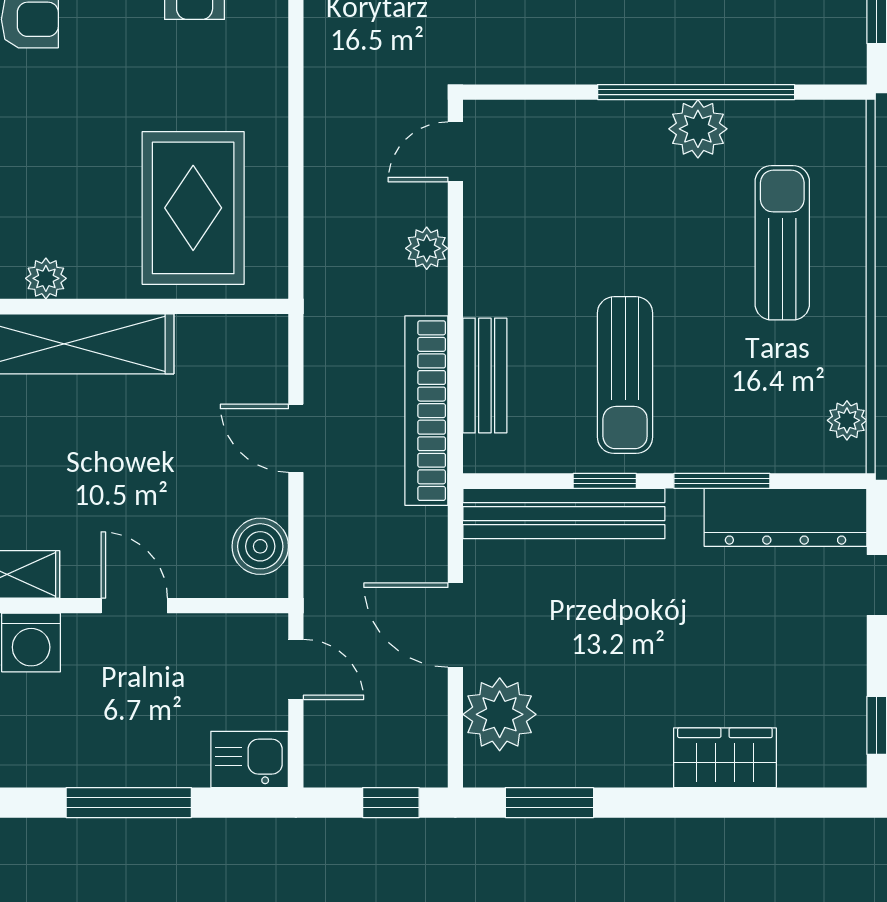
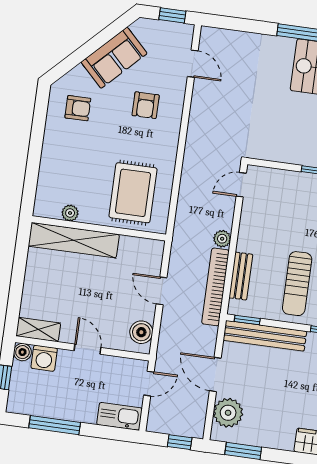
plant: (427, 248) -> (222, 239), moved
window: (605, 481) -> (247, 320), moved
door: (296, 669) -> (149, 384), hinge flipped
kitchen sink: (250, 759) -> (119, 416), width x1.38
window: (129, 803) -> (55, 425), moved

